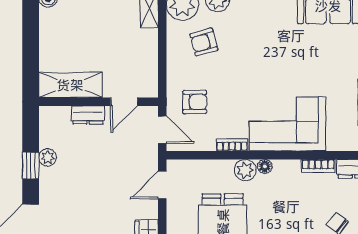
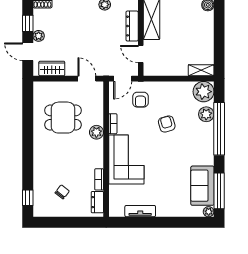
armchair: (204, 42) -> (167, 124), moved
dresser: (88, 115) -> (132, 26), width x1.44
floor lamp: (265, 166) -> (99, 145), removed

